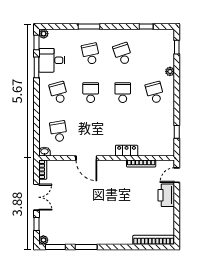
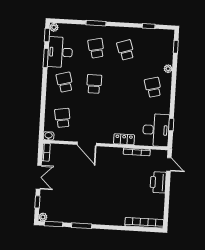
desk: (52, 60) -> (60, 52), width x1.37
school desk: (123, 93) -> (124, 86), removed
desk: (161, 139) -> (156, 130), added
door: (177, 175) -> (169, 164), swing flipped

